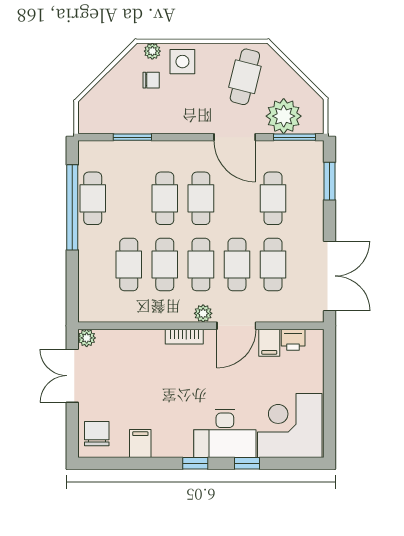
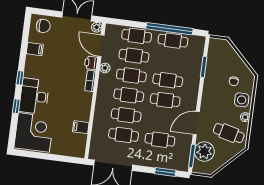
plant: (152, 51) -> (245, 117), moved
cafe table: (93, 265) -> (137, 36), added
plant: (203, 313) -> (105, 68), moved
door: (236, 326) -> (101, 46), moved
printer: (293, 340) -> (91, 63), moved

